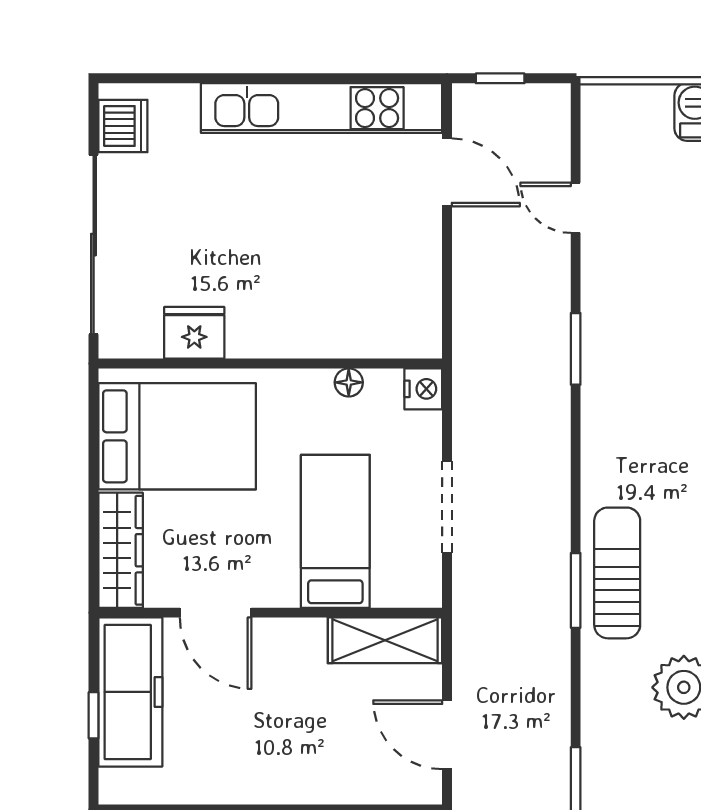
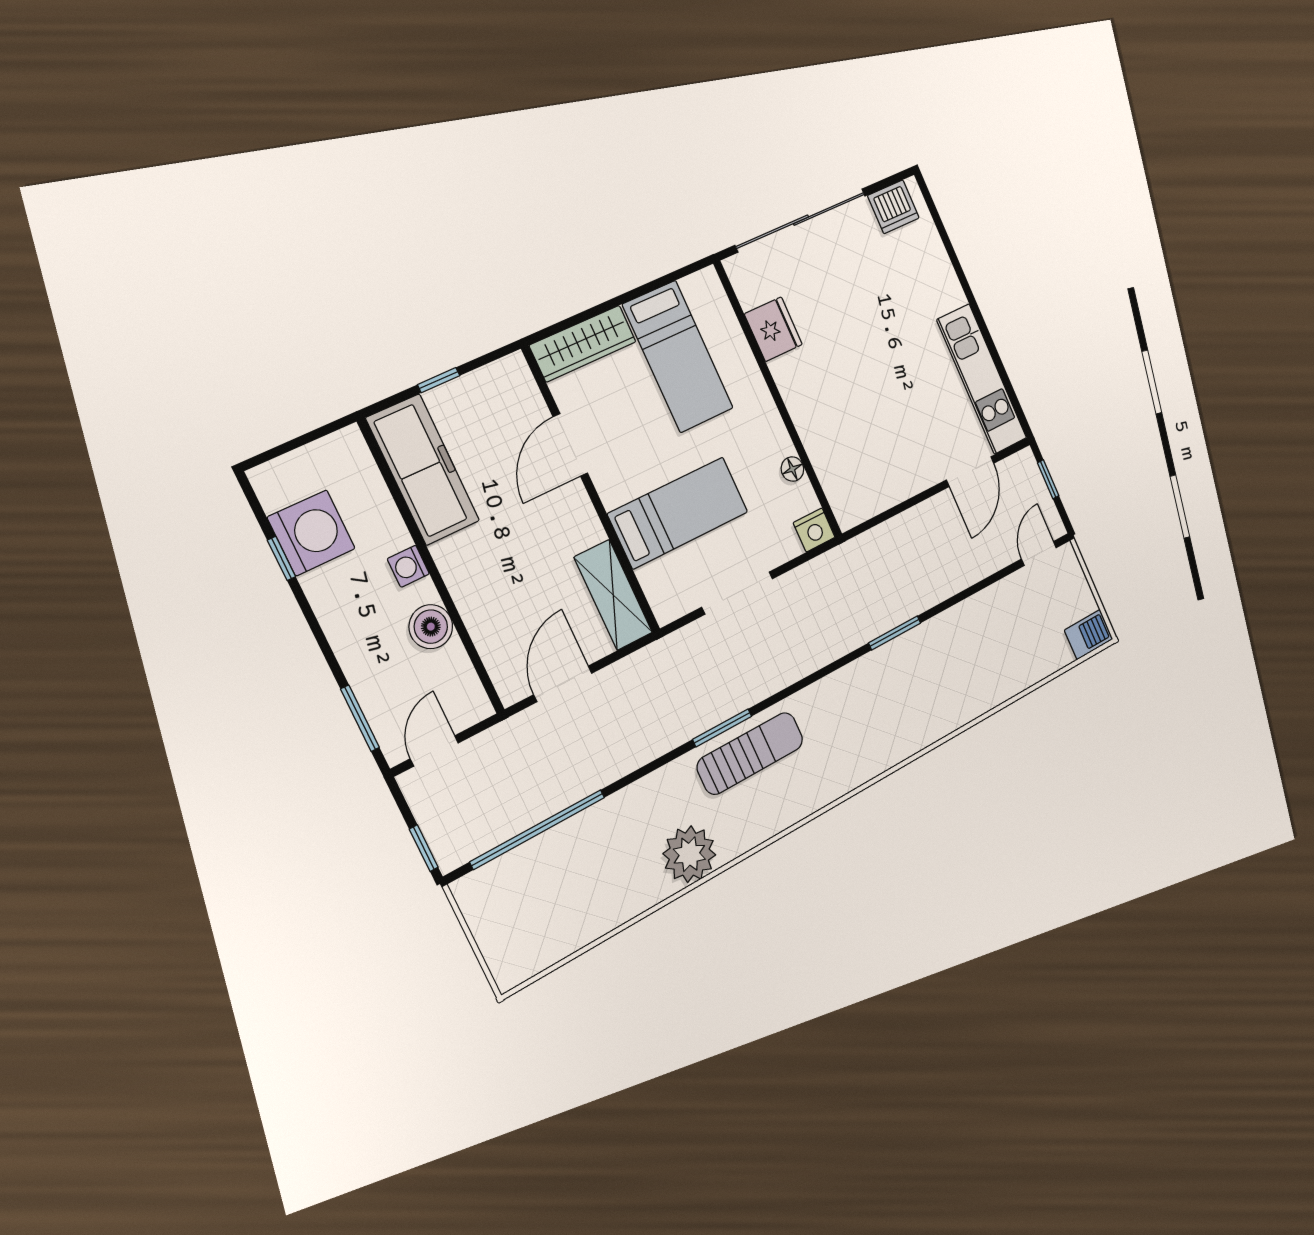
kitchen unit: (322, 108) -> (982, 379), width x0.73
door: (576, 208) -> (1039, 553), moved
bed: (177, 436) -> (678, 357), width x0.67
freezer: (130, 692) -> (423, 470), moved, turned -90

